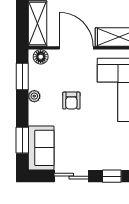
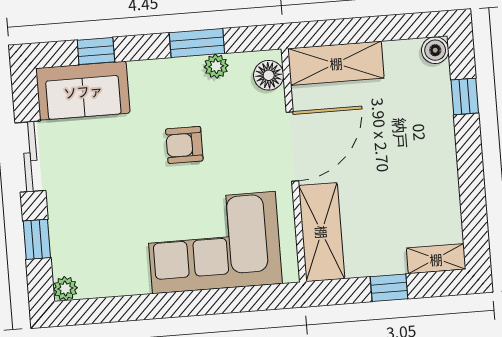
window: (22, 77) -> (197, 43), moved
plant: (34, 96) -> (216, 66), moved
window: (22, 140) -> (96, 51), width x0.67

